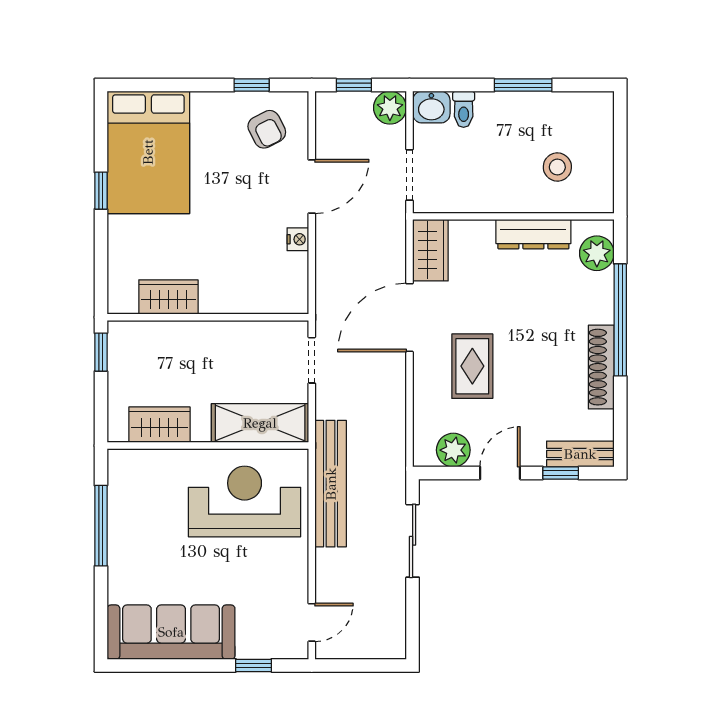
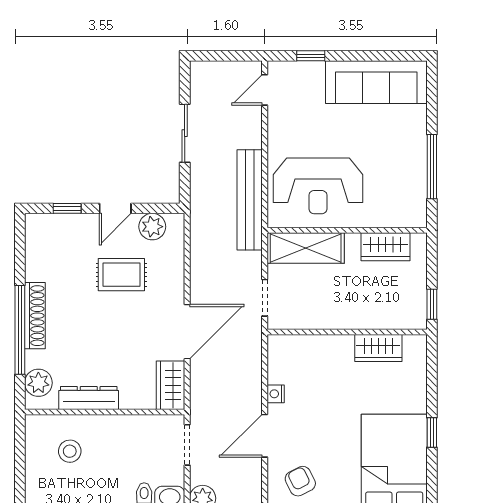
rug: (472, 366) -> (121, 275), moved, turned 90
shoe rack: (601, 367) -> (35, 316), moved
bench: (580, 454) -> (52, 223), removed
sliding door: (413, 541) -> (185, 133), moved

